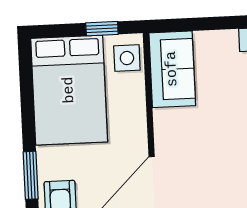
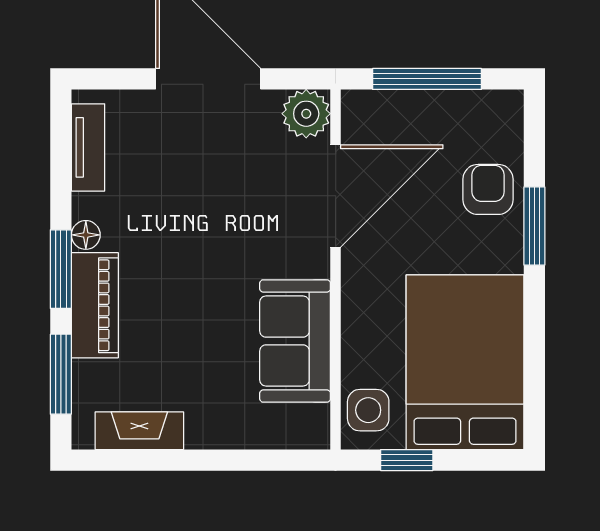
sofa: (172, 69) -> (295, 341), moved

